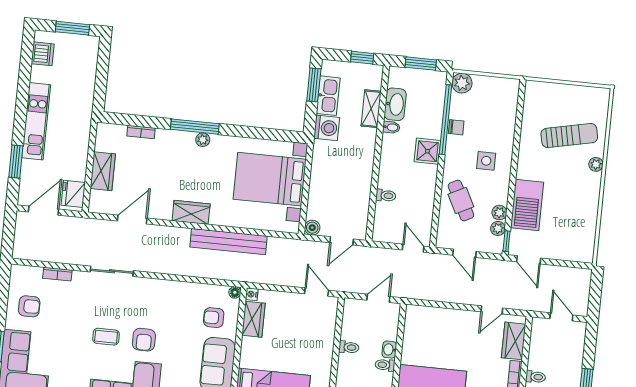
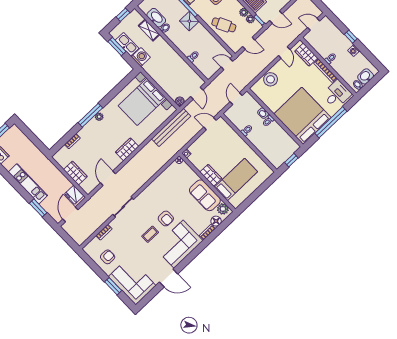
bench: (229, 242) -> (171, 127), moved
armchair: (214, 318) -> (182, 179), removed
wardrobe: (253, 319) -> (211, 175), moved
stool: (442, 322) -> (271, 79), added

